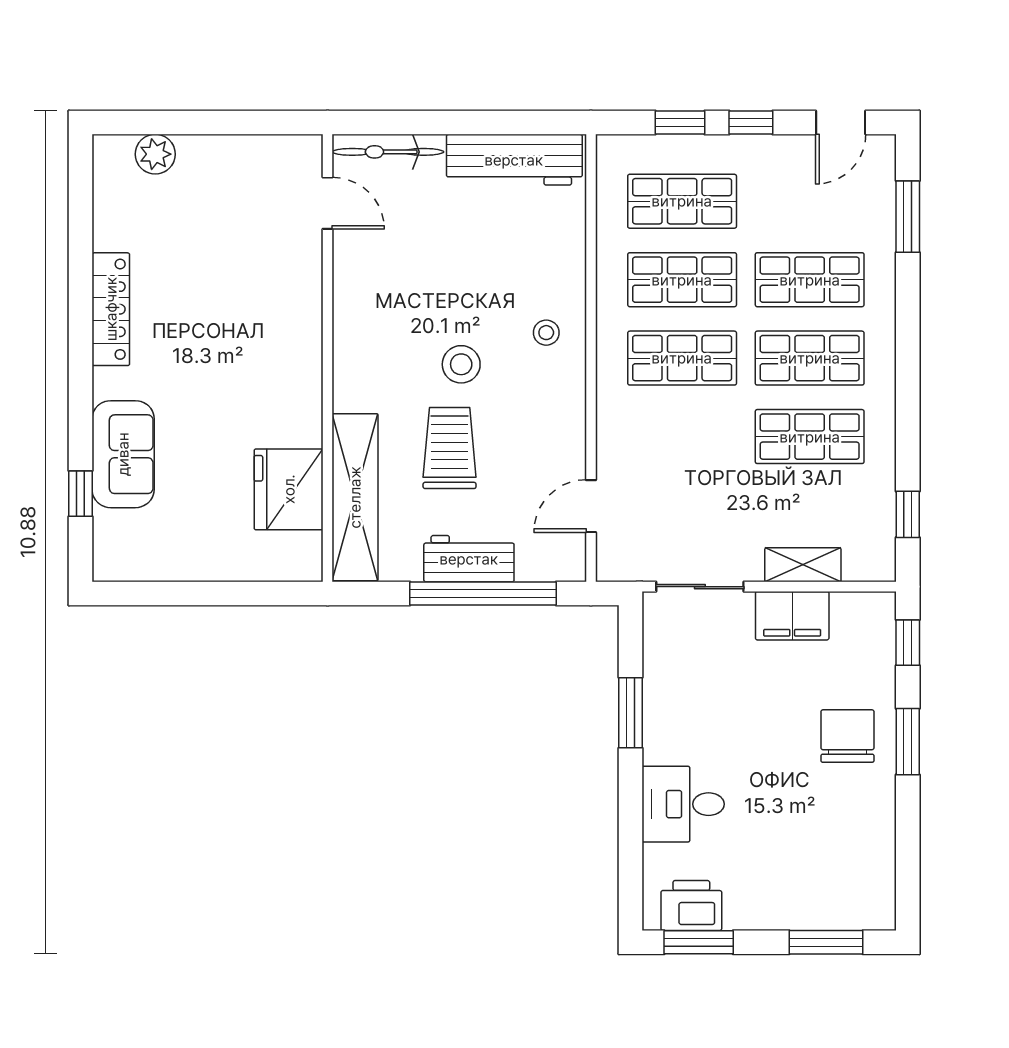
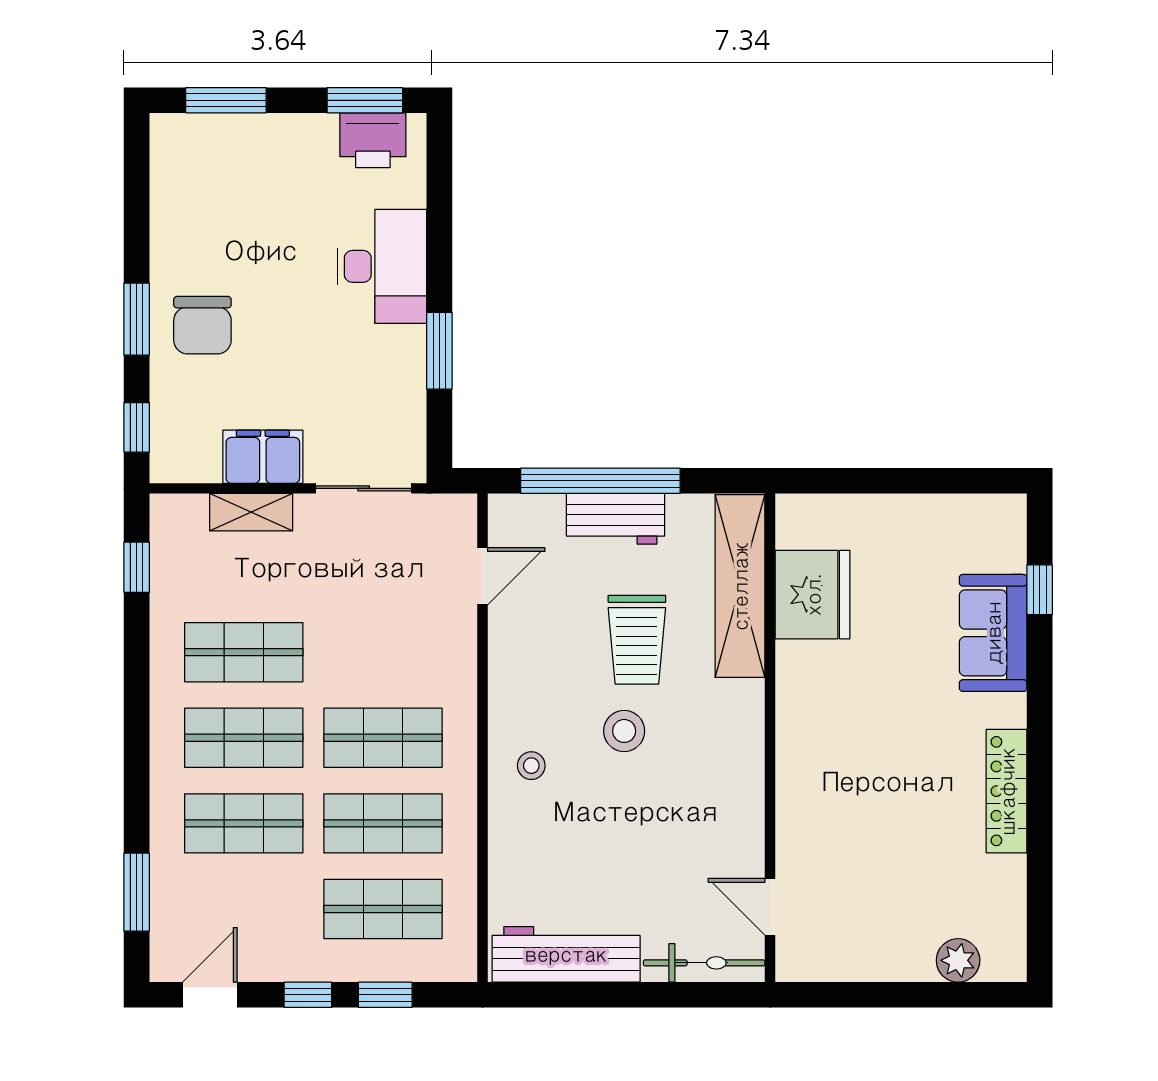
desk: (683, 804) -> (382, 266), width x1.37

